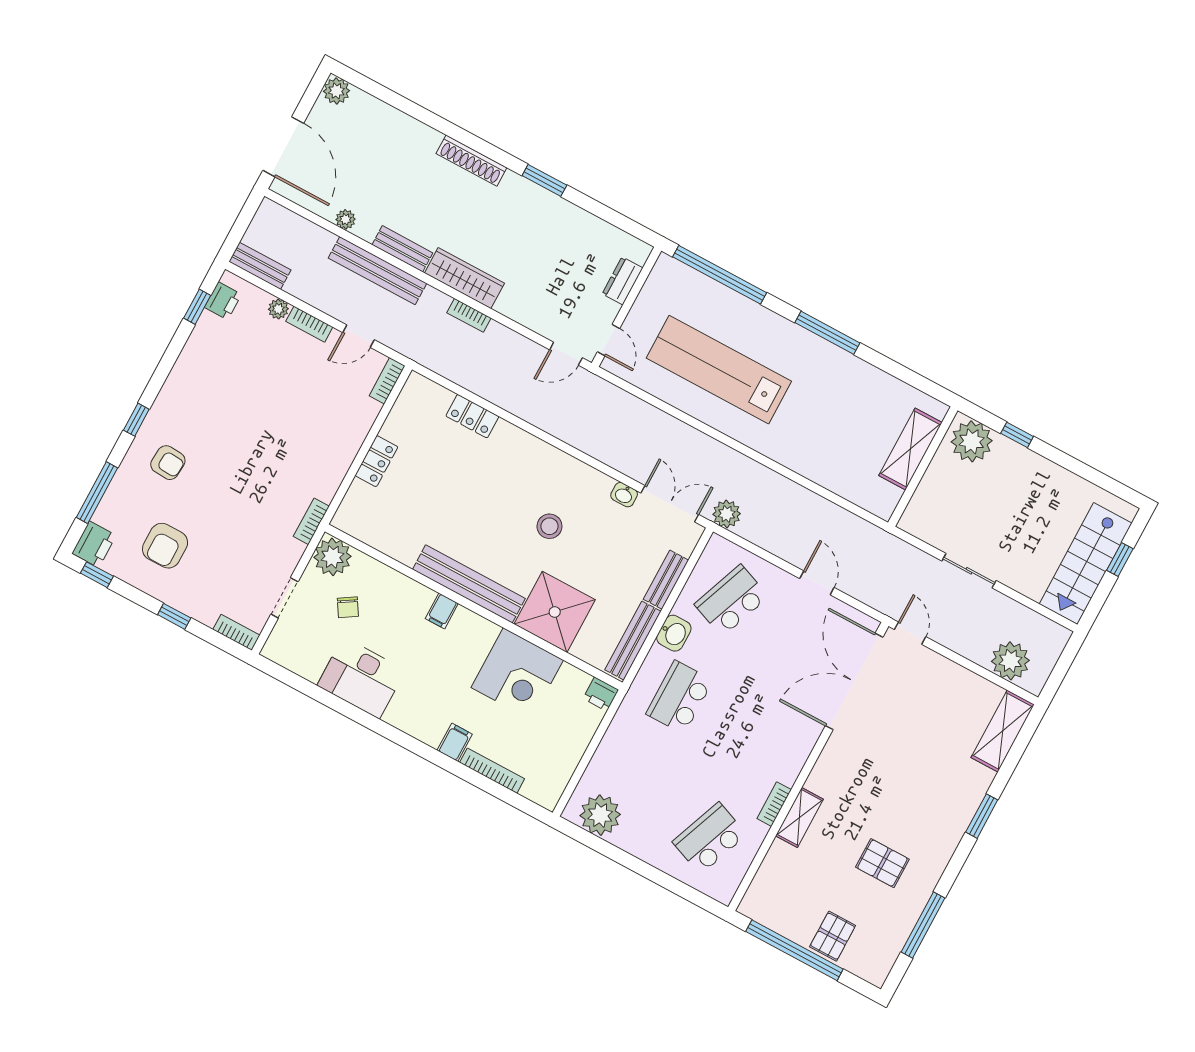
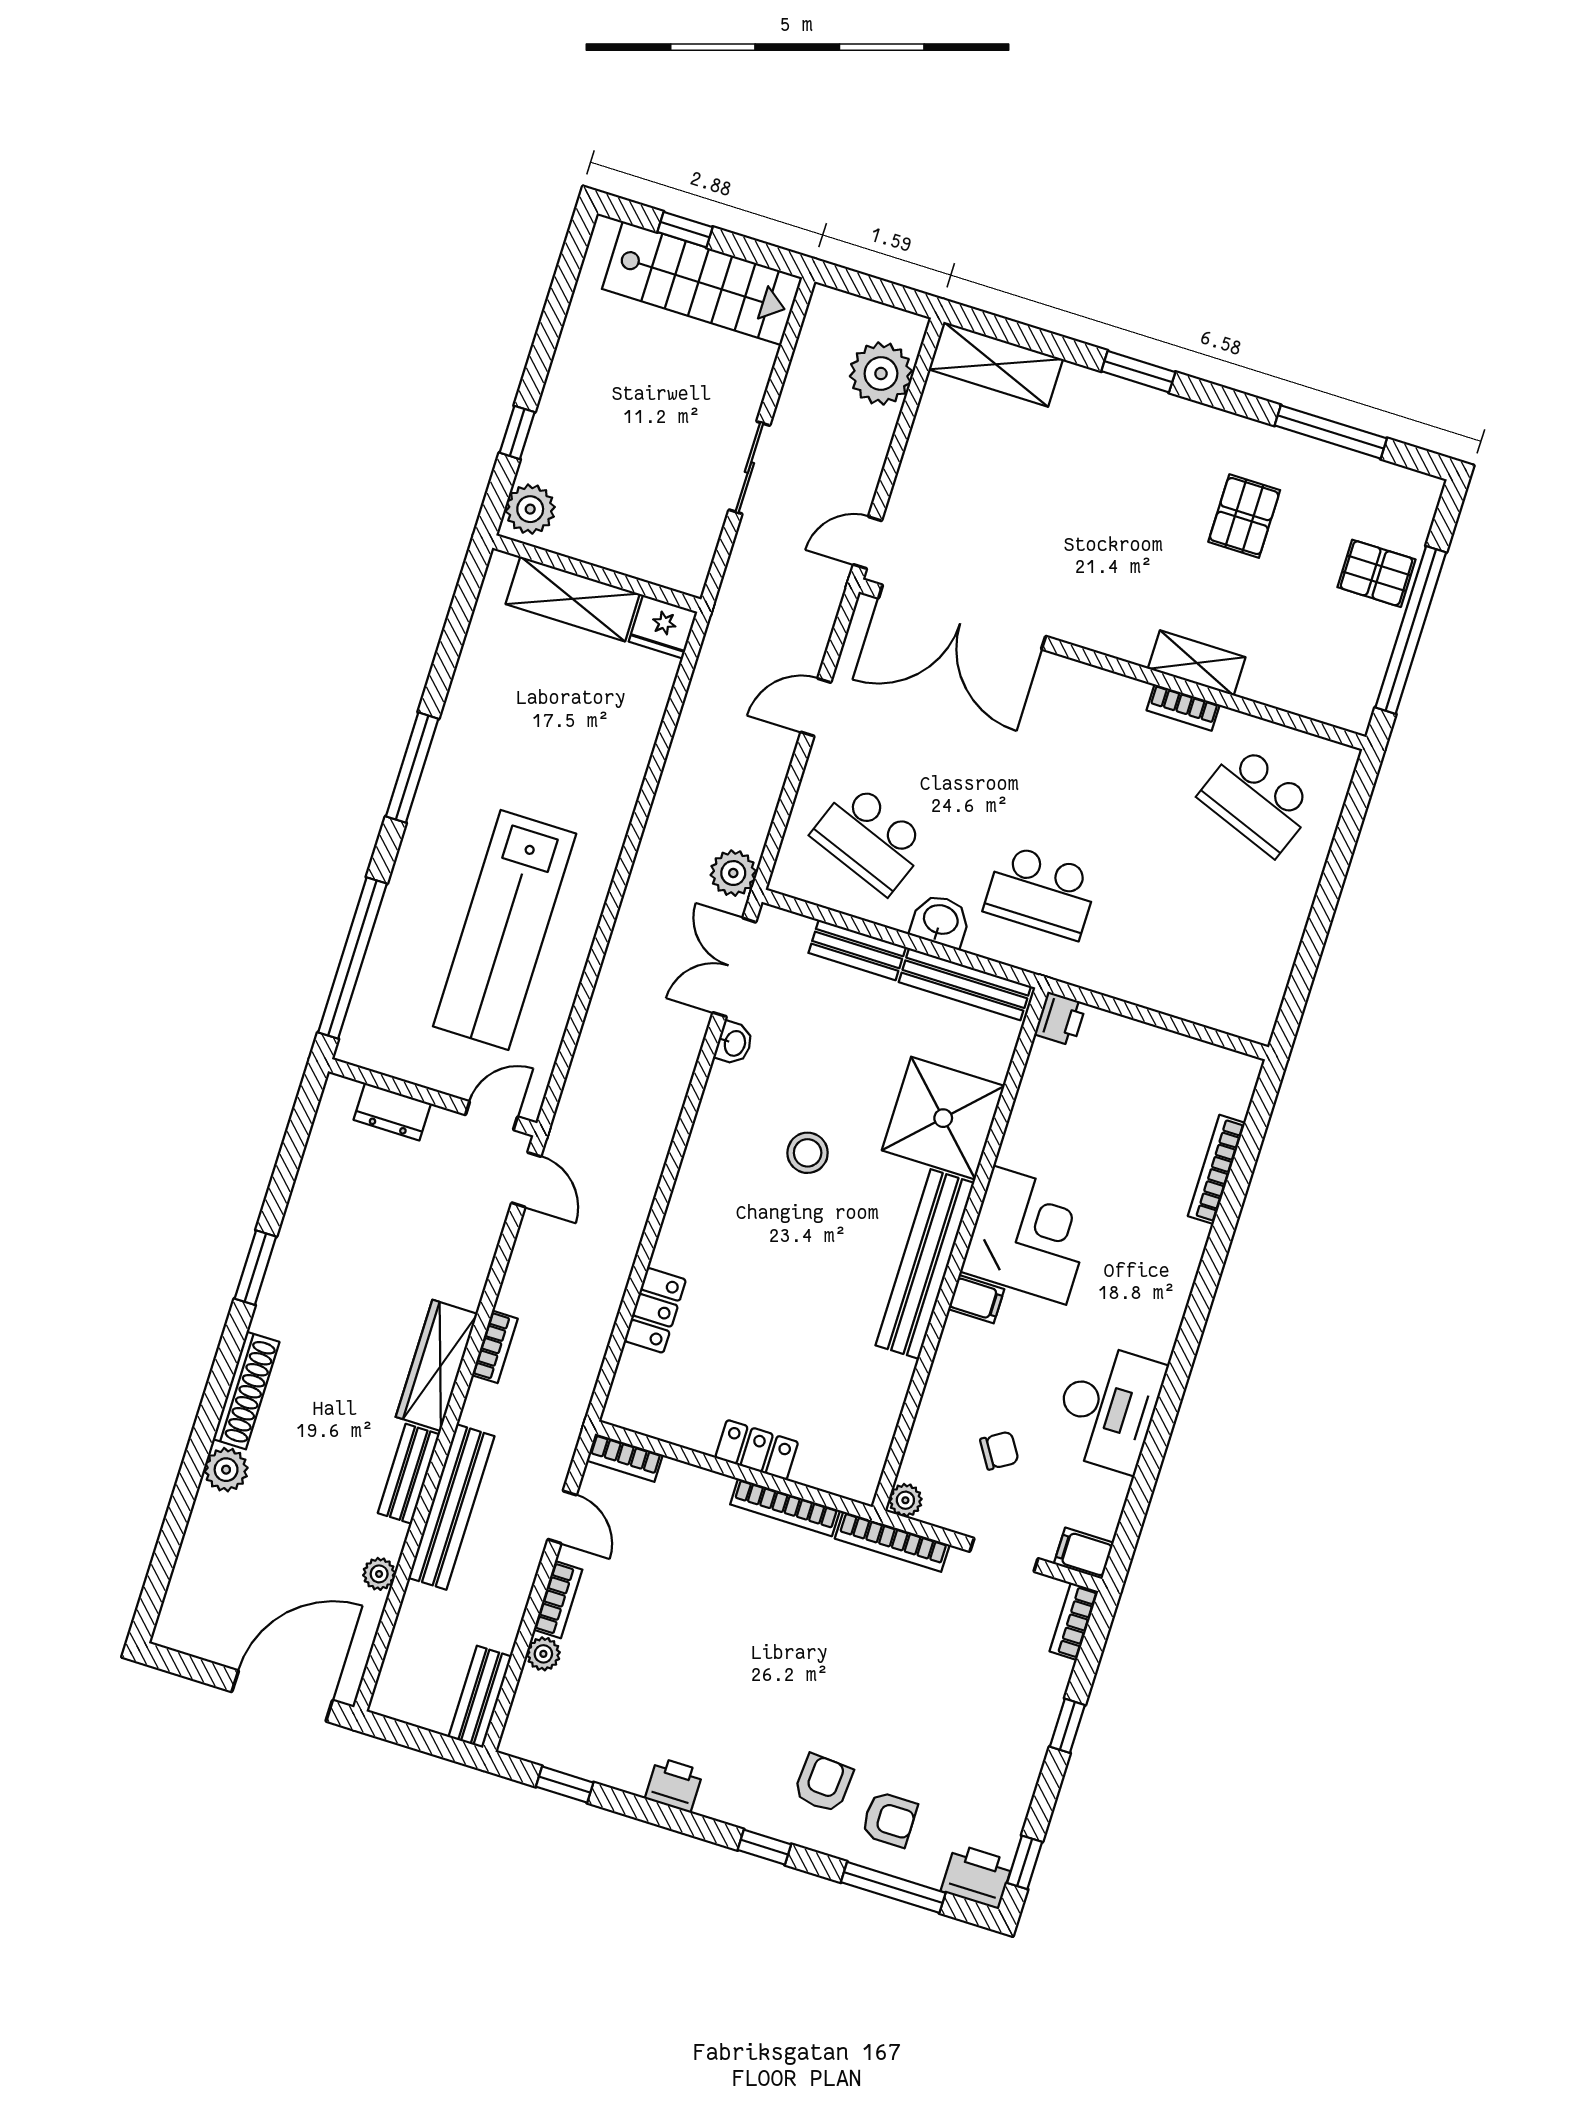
plant: (336, 91) -> (226, 1470), moved
printer: (223, 301) -> (674, 1785), moved
plant: (972, 441) -> (530, 509), width x0.73, depth x0.73
bookcase: (339, 472) -> (785, 1507), added
fridge: (883, 500) -> (663, 627), added
bookcase: (311, 521) -> (892, 1542), width x1.56
armchair: (165, 546) -> (889, 1819), moved, width x0.72, depth x0.72
plant: (332, 557) -> (905, 1500), width x0.53, depth x0.53
corner desk: (517, 674) -> (1030, 1235), moved
filing cabinet: (455, 742) -> (1084, 1553), moved
plant: (600, 815) -> (1254, 983), removed

